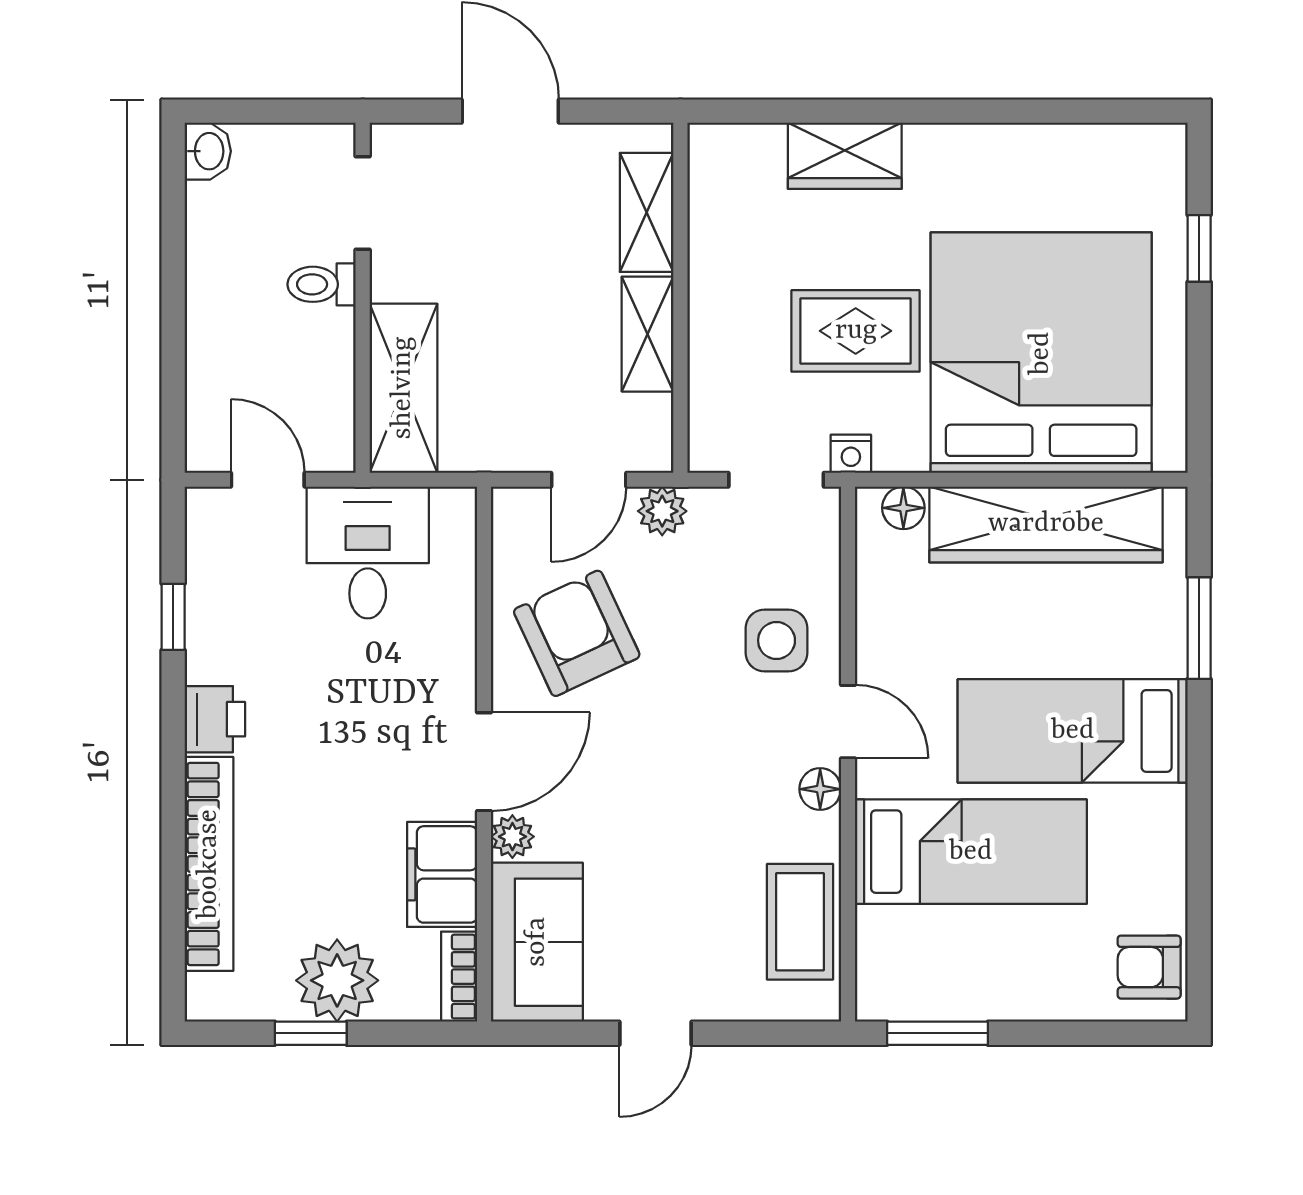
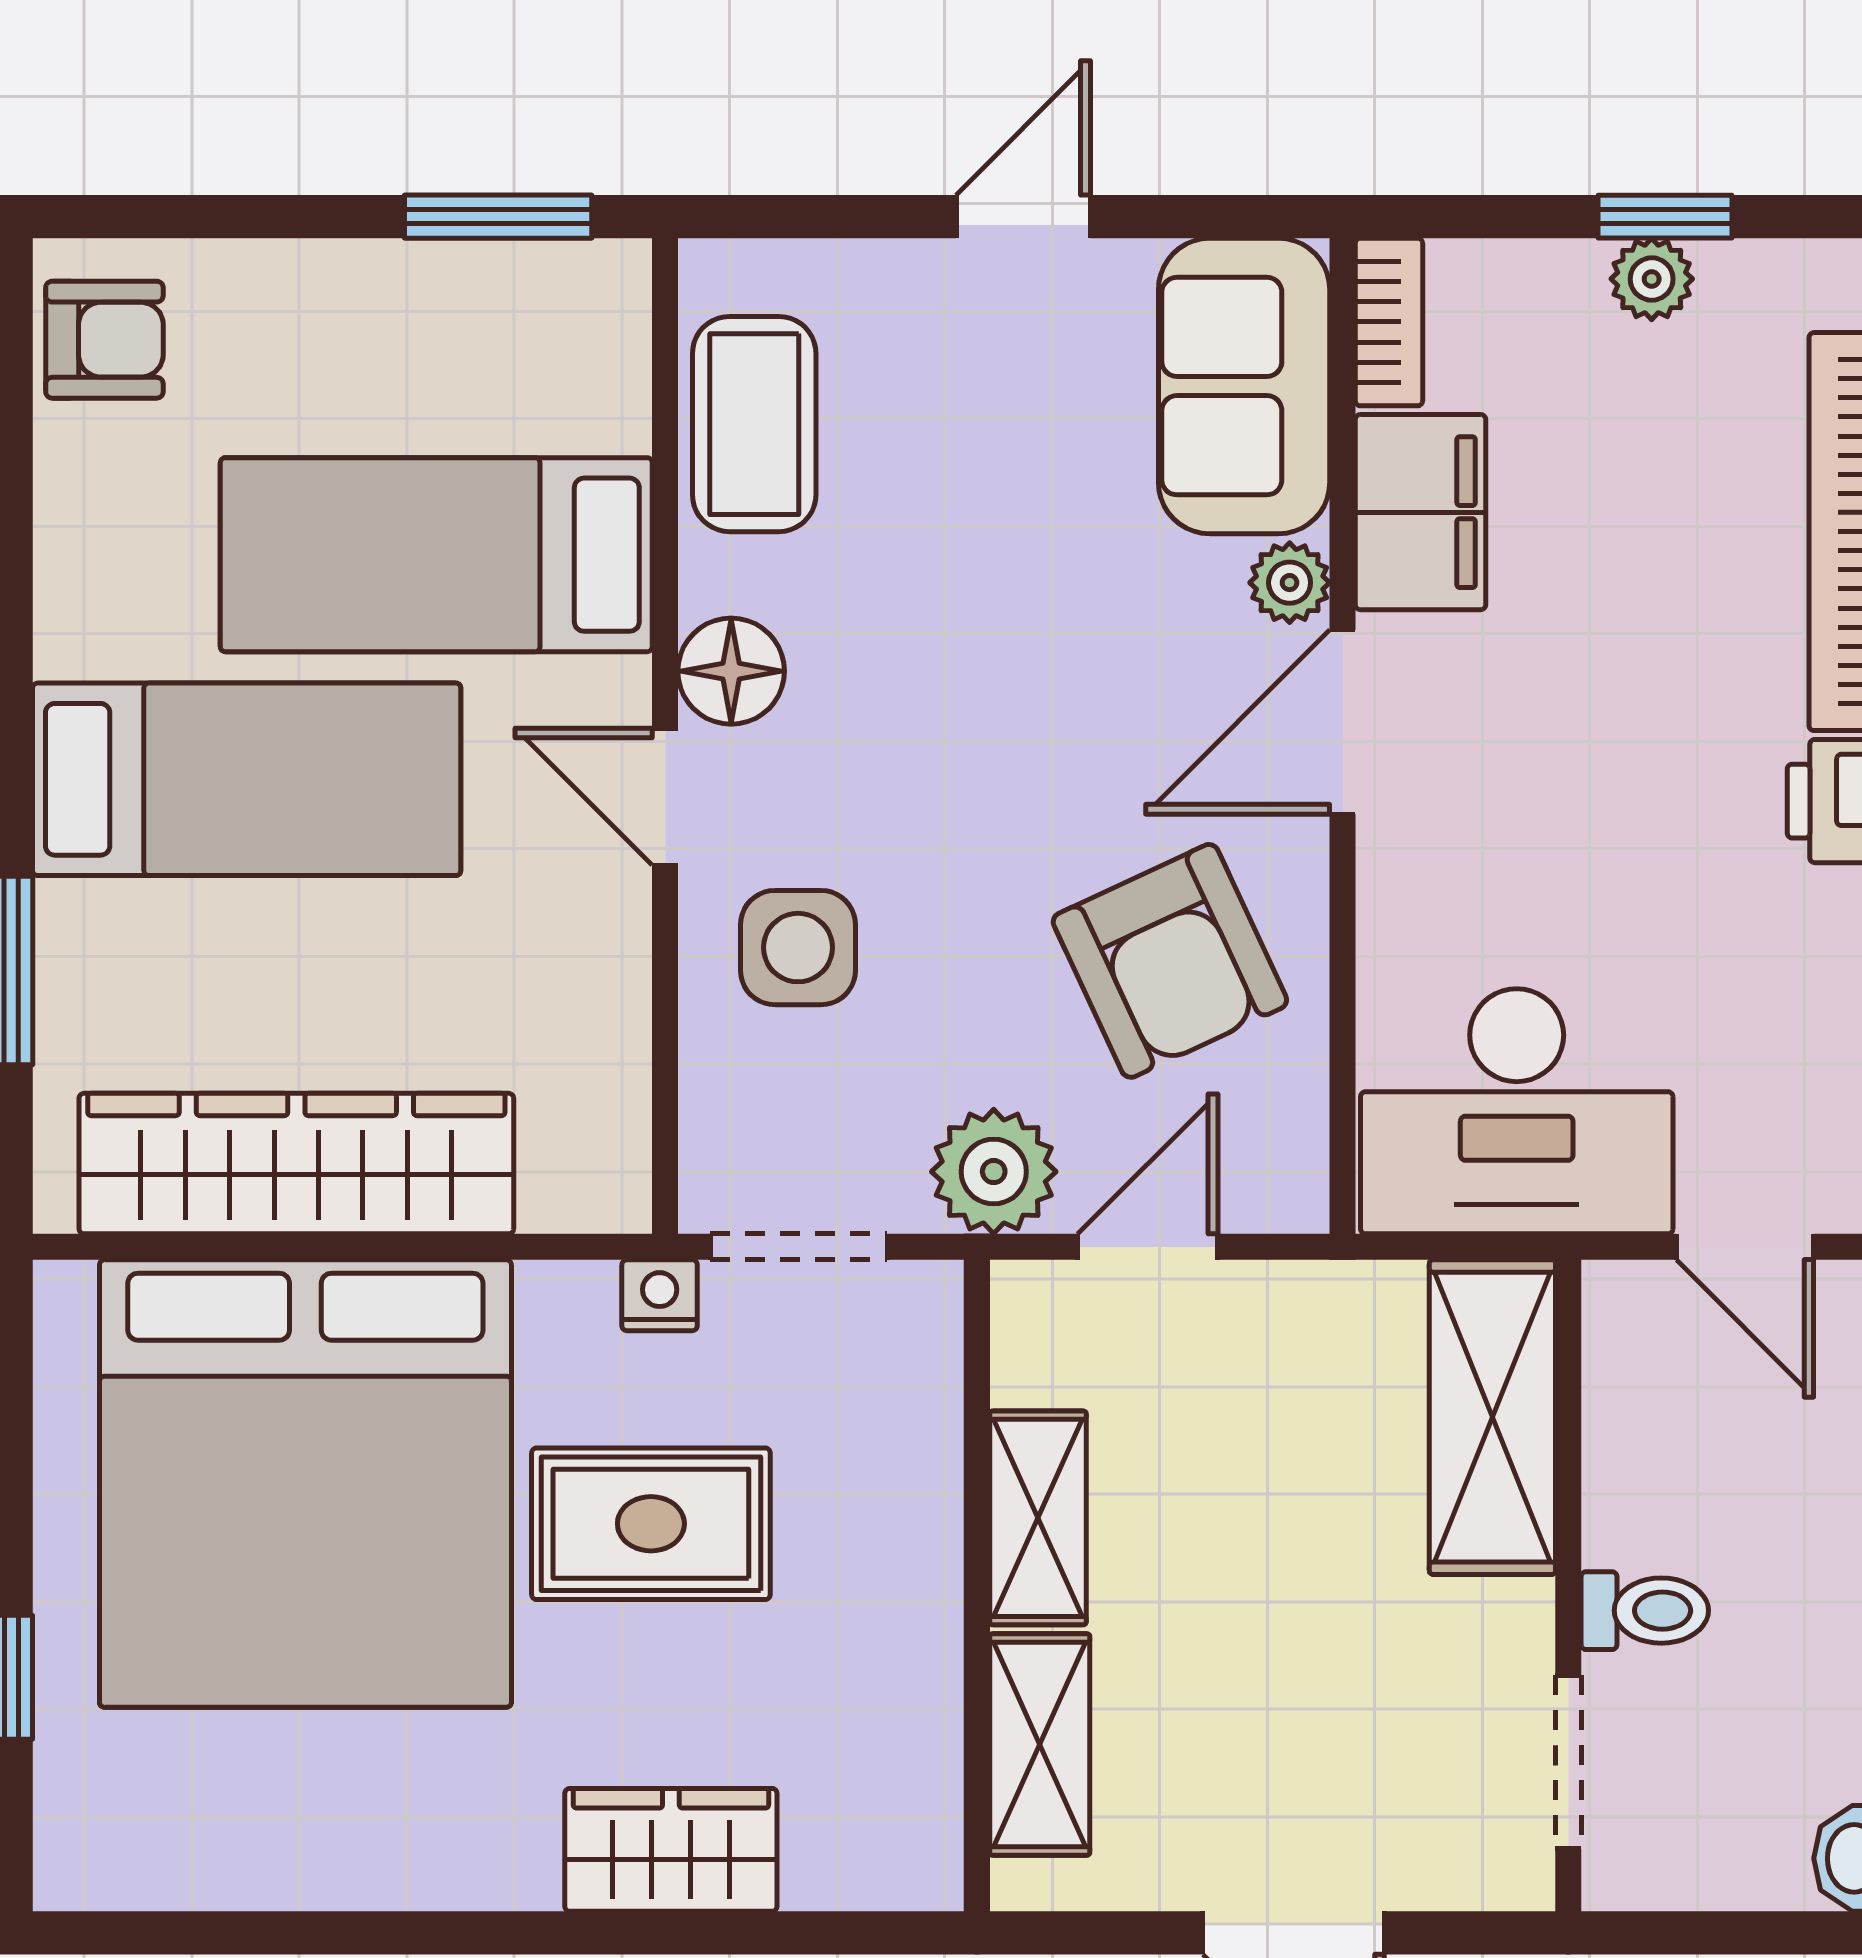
floor lamp: (903, 508) -> (562, 1194), removed
plant: (662, 511) -> (994, 1172), width x1.38, depth x1.38
desk: (368, 553) -> (1517, 1111), width x1.37
floor lamp: (820, 789) -> (731, 671), width x1.37, depth x1.37
plant: (337, 980) -> (1652, 279), width x0.53, depth x0.53

